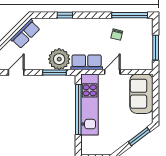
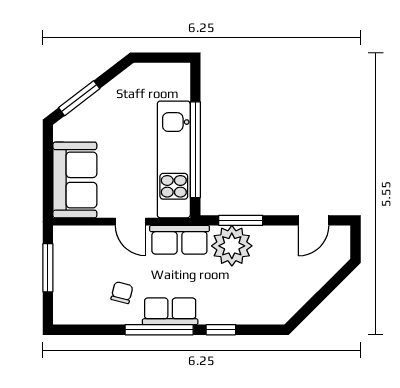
window: (130, 15) -> (159, 330), moved
row of seats: (25, 34) -> (170, 311), moved, turned 45
door: (112, 72) -> (130, 222), hinge flipped

